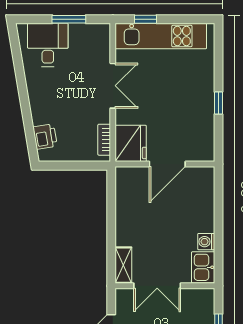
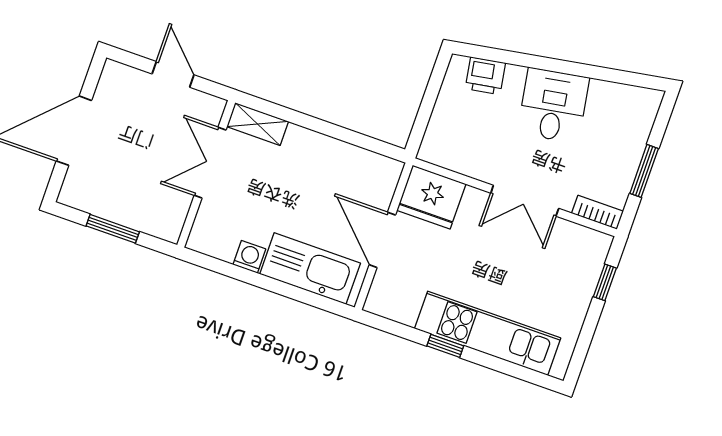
kitchen unit: (161, 36) -> (488, 333), moved, turned 90
desk: (48, 45) -> (553, 105), moved, turned -99
bookcase: (104, 140) -> (597, 212), moved
kitchen sink: (203, 267) -> (310, 269), moved, width x1.88, depth x1.24

